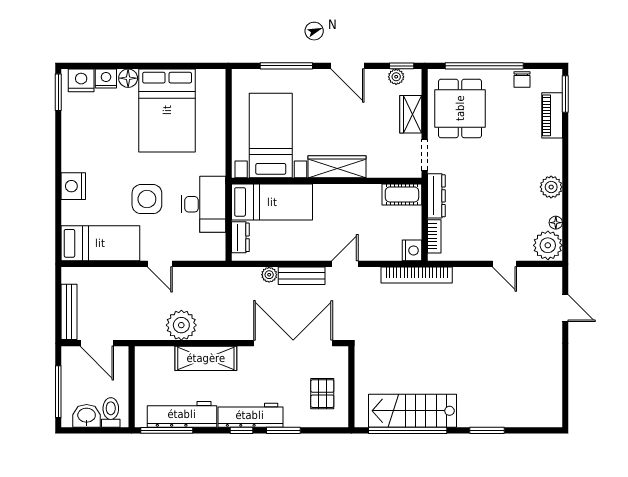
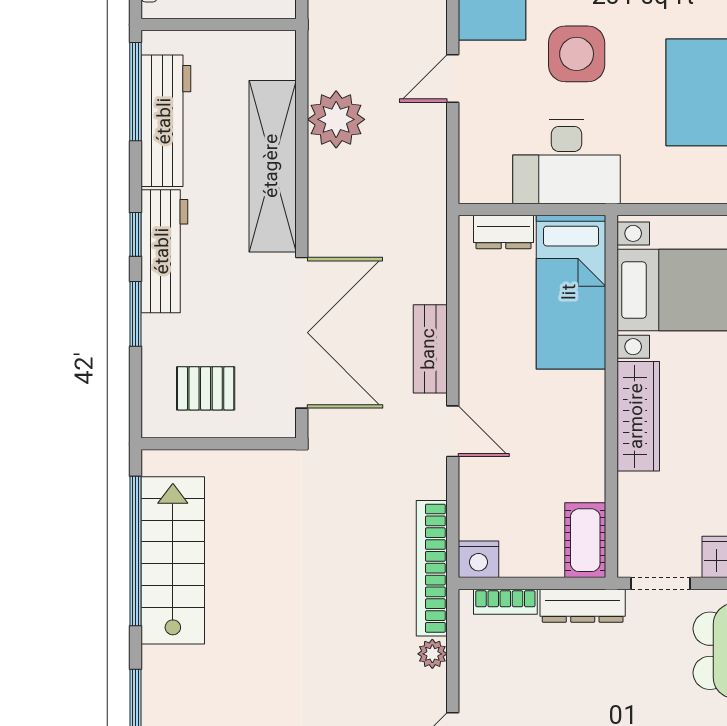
plant: (269, 275) -> (432, 654), moved
shelving: (206, 358) -> (273, 166), width x1.47

